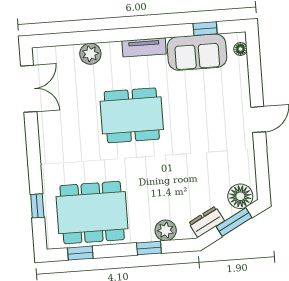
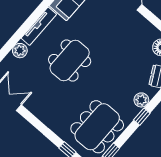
tv unit: (144, 47) -> (39, 26), width x1.41

